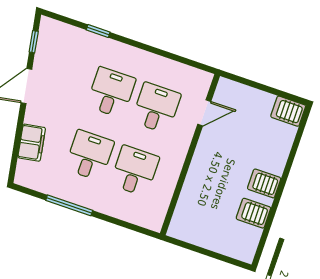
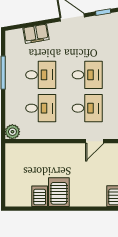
door: (204, 113) -> (95, 141), hinge flipped
server rack: (264, 183) -> (59, 192), width x1.36, depth x1.44
plant: (153, 220) -> (12, 132), added

